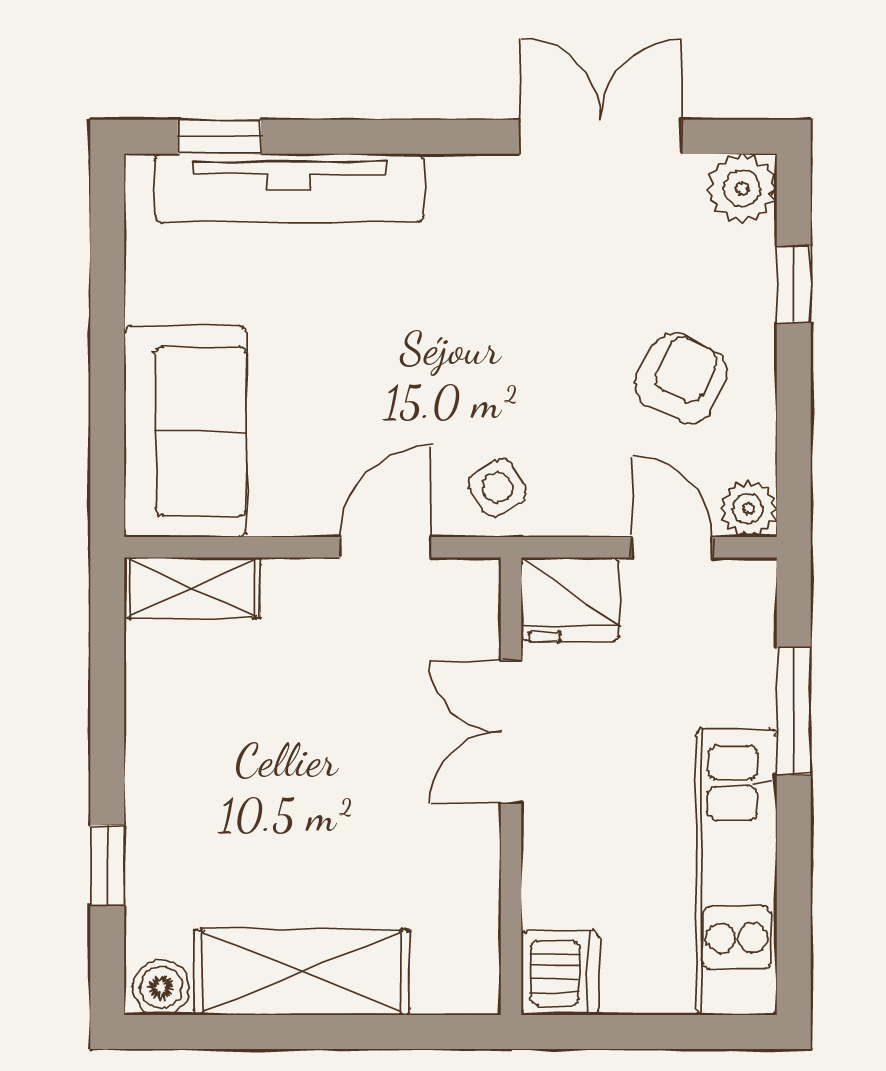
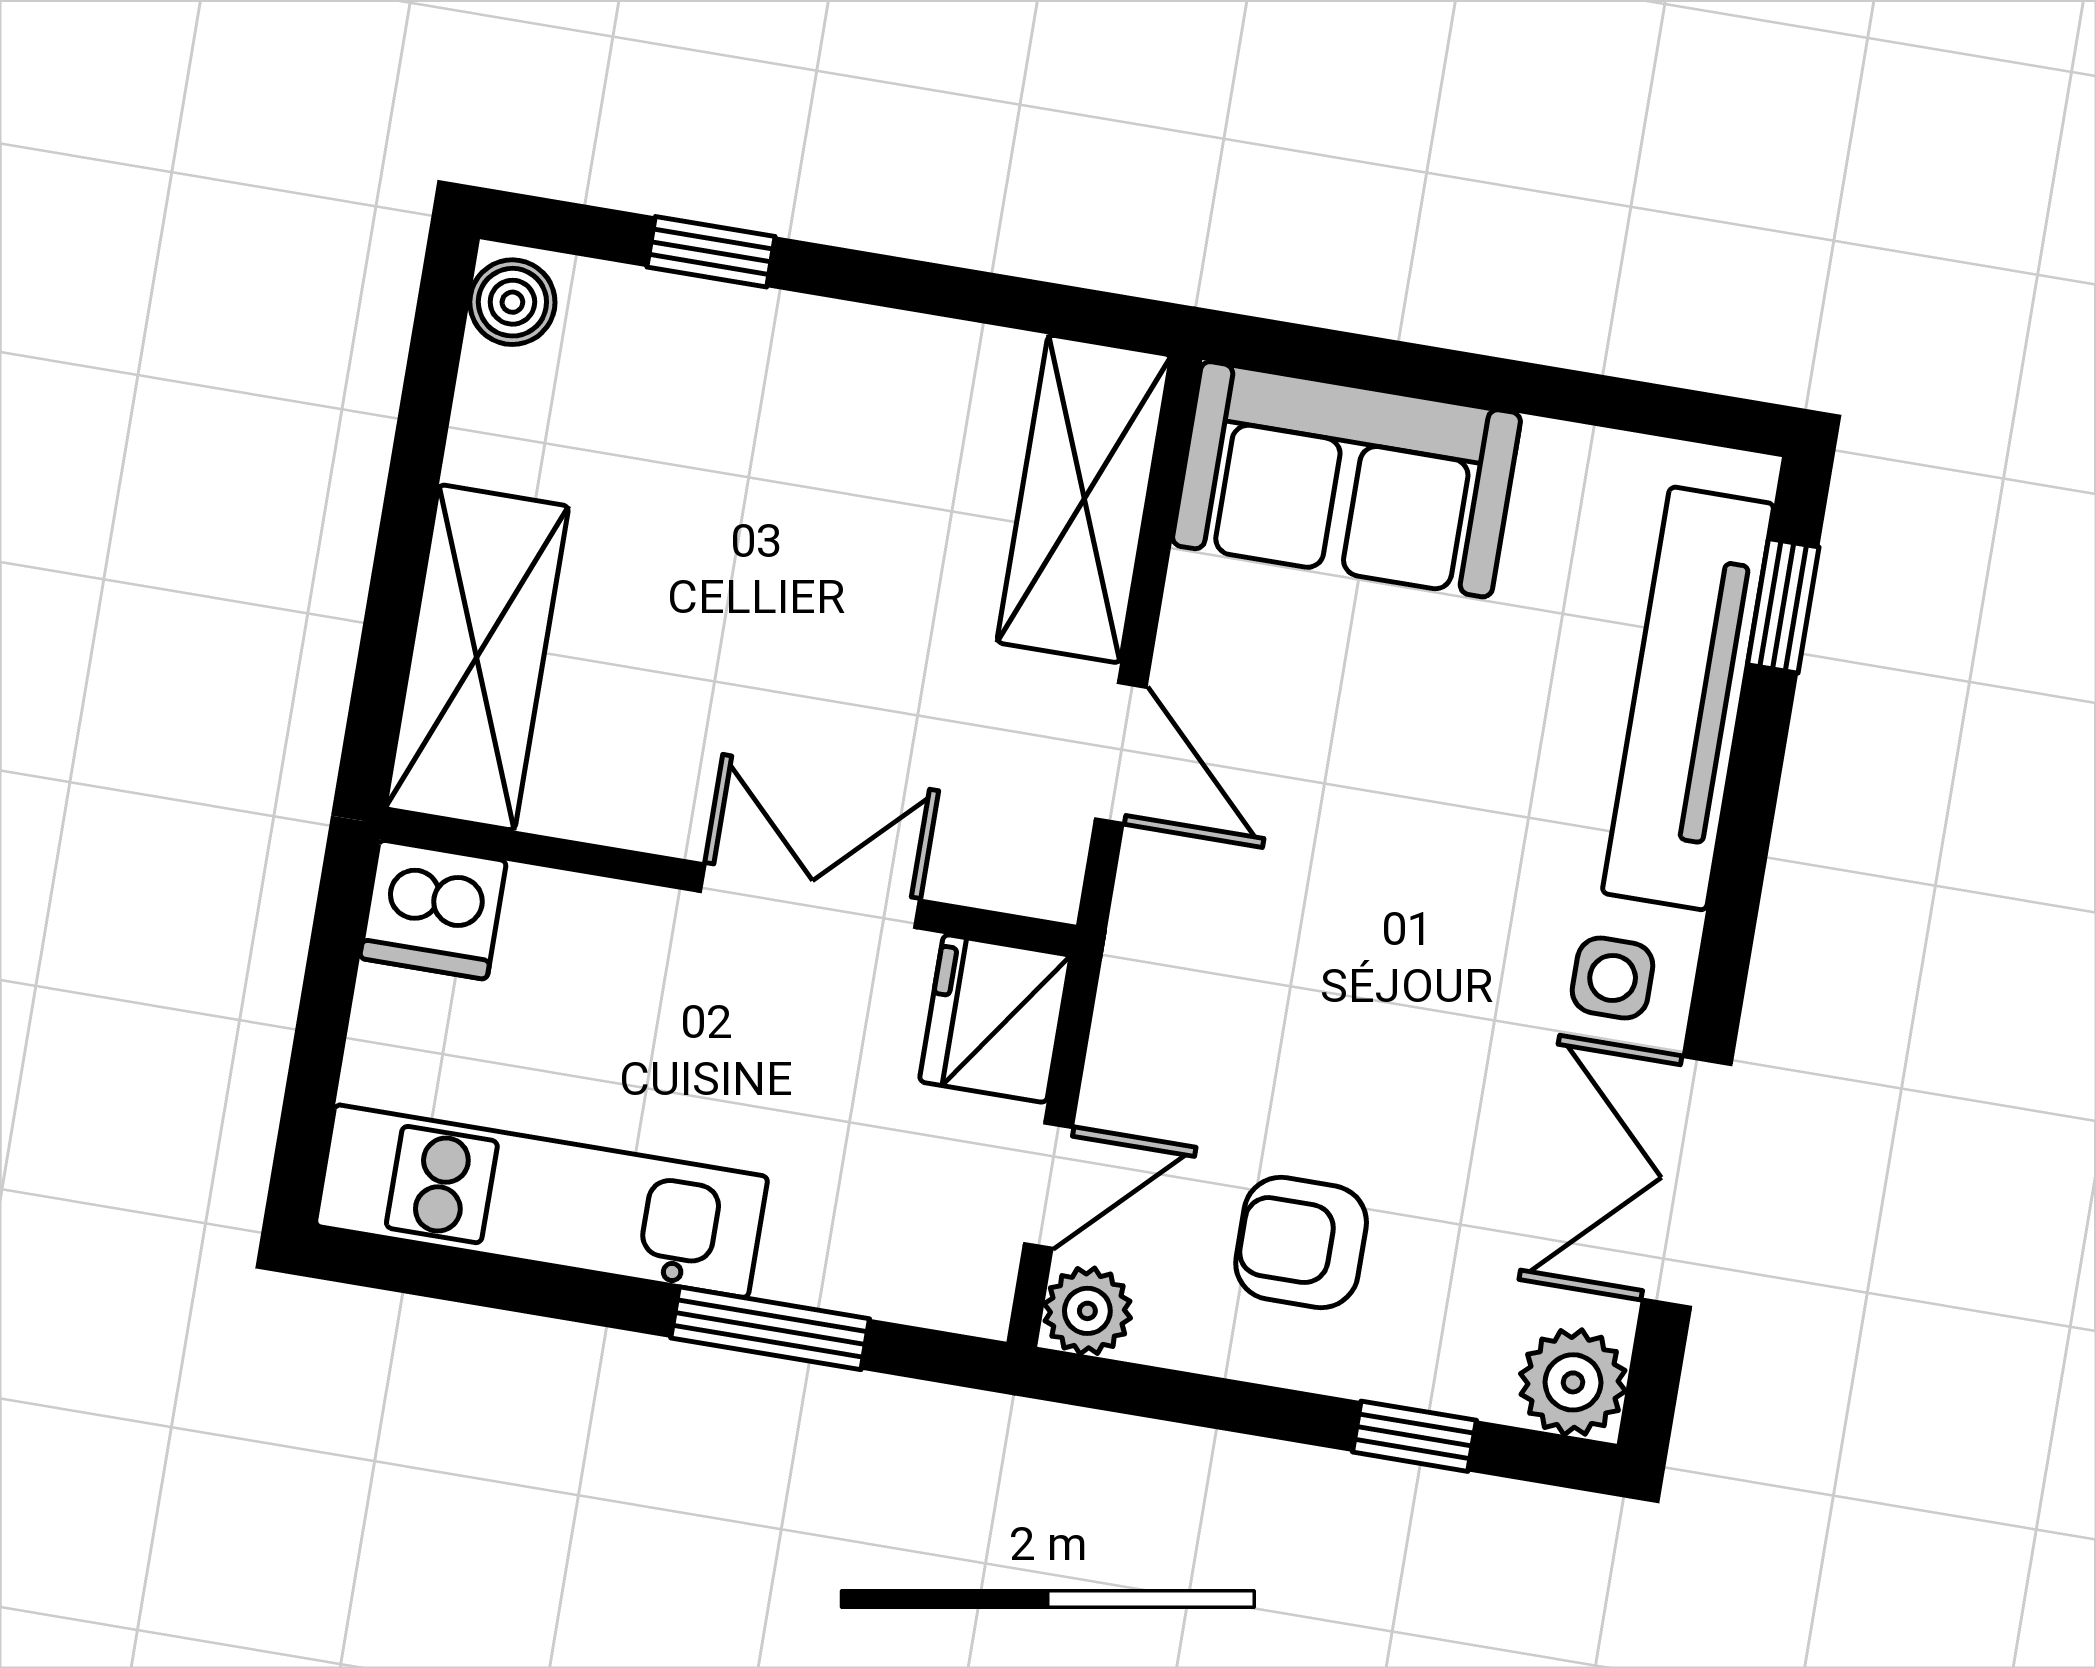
double door: (601, 137) -> (1687, 1182), swing flipped
armchair: (681, 378) -> (1301, 1243), turned 153
side table: (497, 488) -> (1613, 978), moved, turned 32
shelving: (192, 588) -> (1084, 499), width x1.50, depth x1.33
shelving: (302, 972) -> (477, 657), moved

